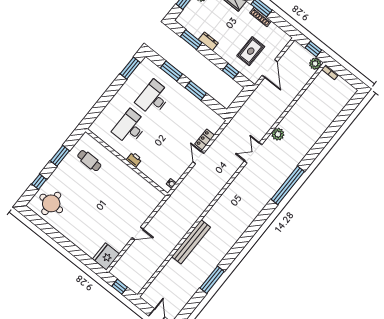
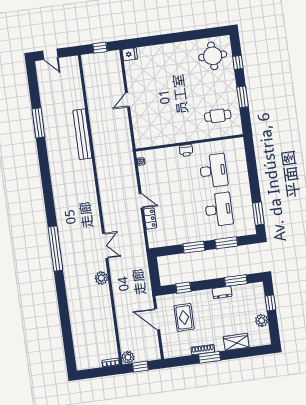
fridge: (106, 257) -> (130, 54), width x0.53, depth x0.75

